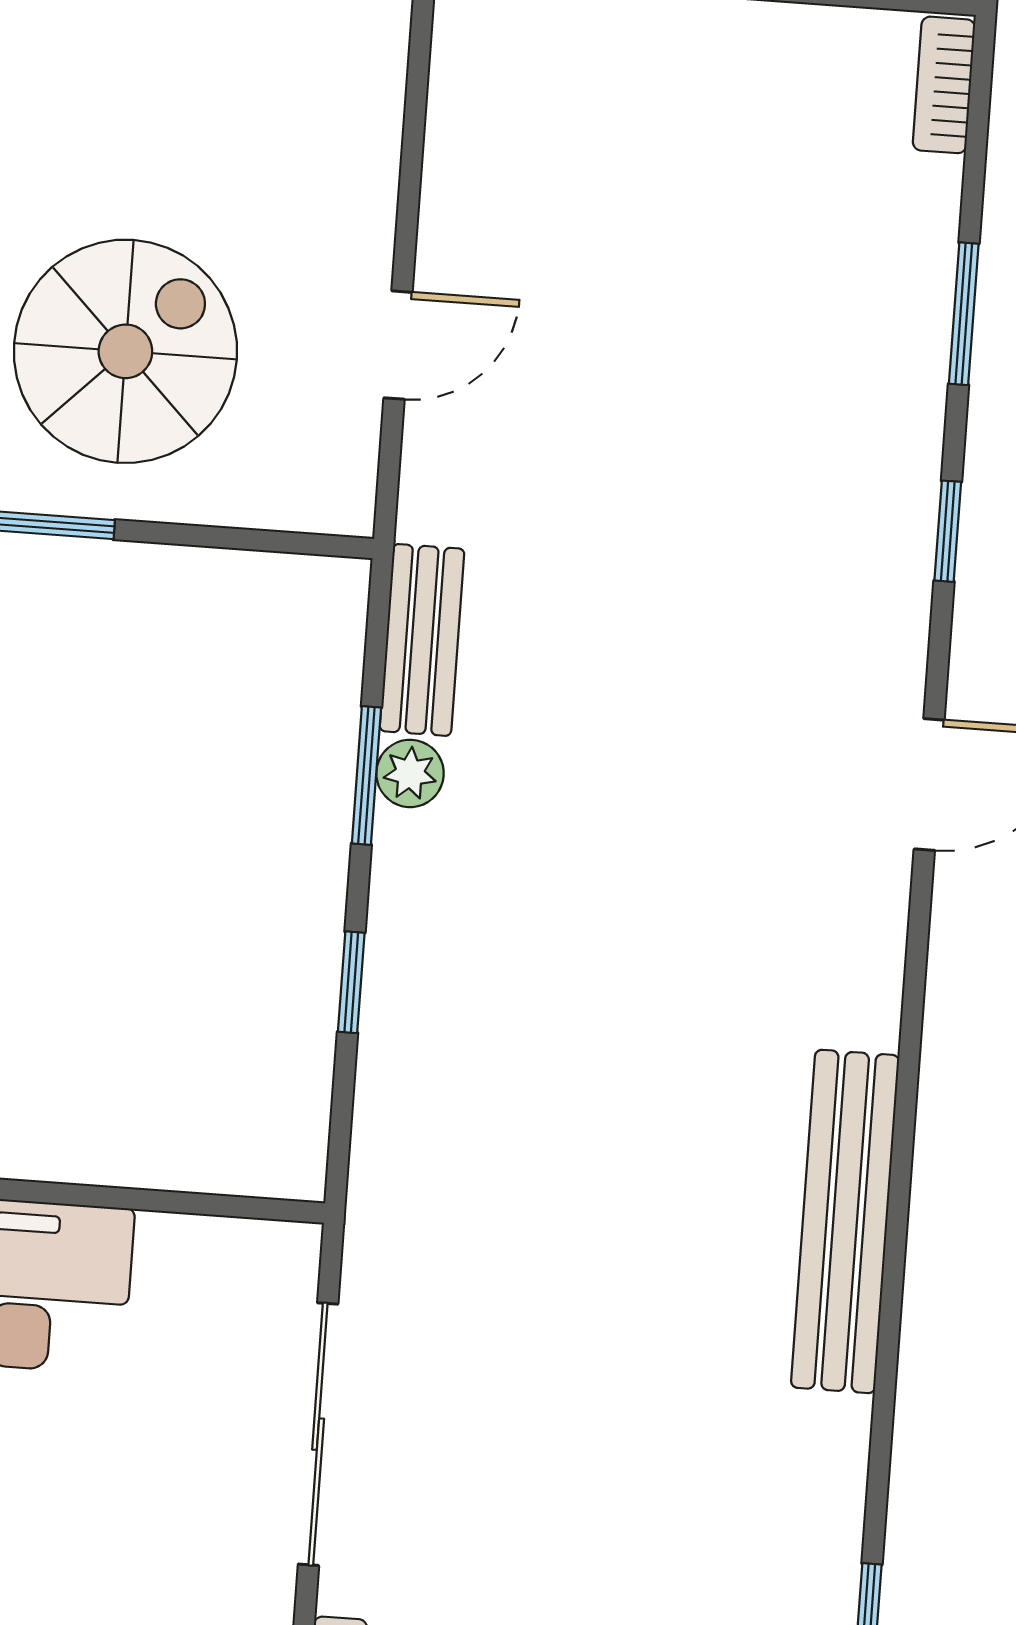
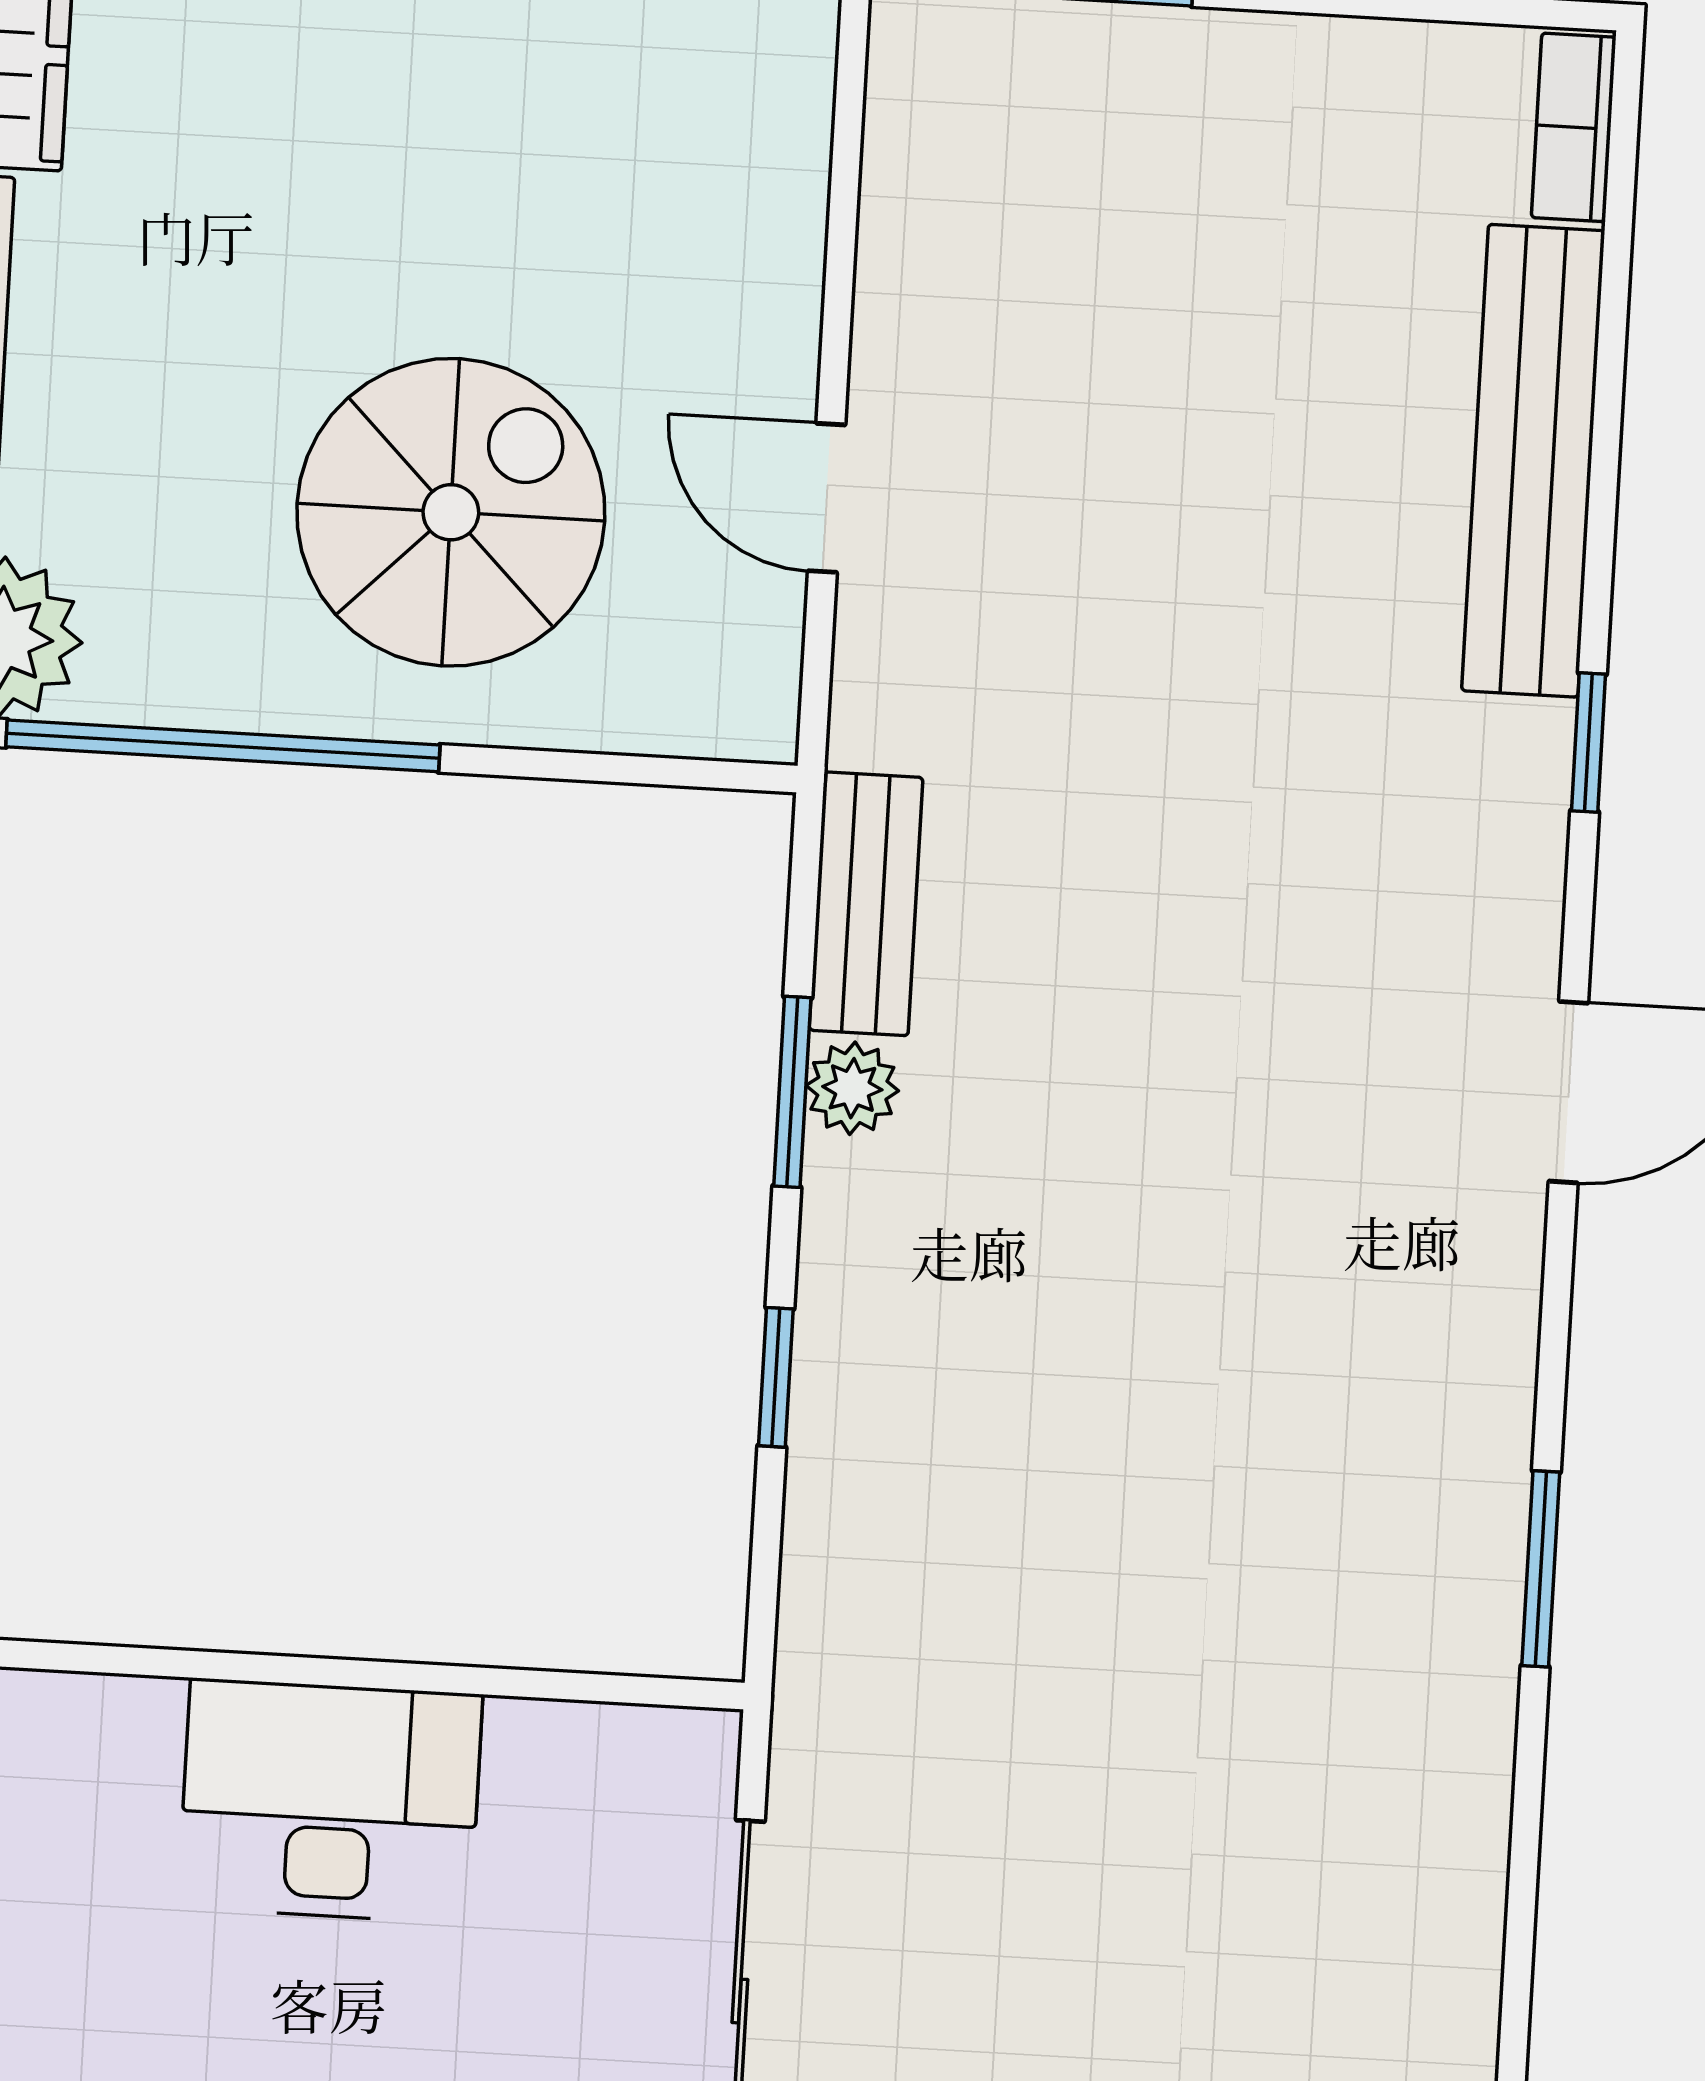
window: (964, 314) -> (1541, 1569), moved
door: (398, 345) -> (827, 498), swing flipped
bench: (845, 1221) -> (1533, 461), moved

